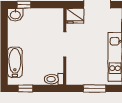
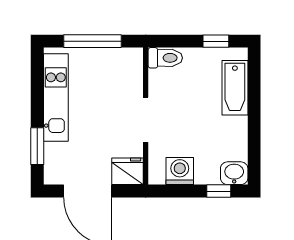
washing machine: (46, 16) -> (180, 171), added
window: (94, 88) -> (92, 41), width x1.44

